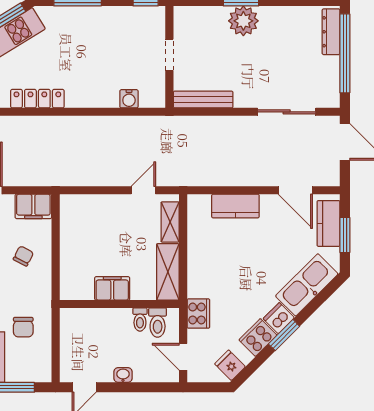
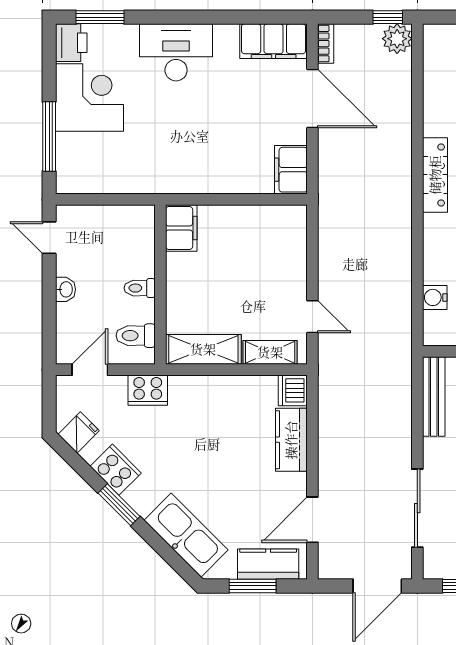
chair: (23, 256) -> (225, 156), removed
filing cabinet: (112, 288) -> (181, 228), moved
dishwasher: (279, 318) -> (293, 390), moved, turned -135
toilet: (140, 320) -> (140, 288), moved
chair: (23, 327) -> (130, 156), removed

